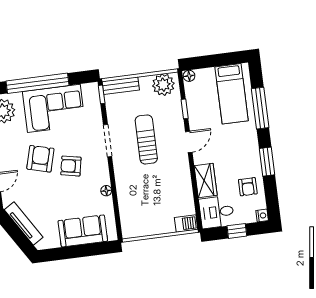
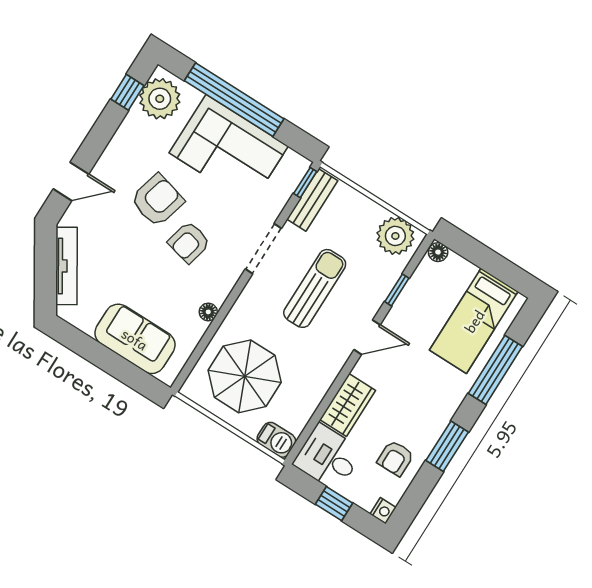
bench: (121, 86) -> (312, 200), moved, turned 90
armchair: (71, 166) -> (189, 242), turned -88
parasol: (147, 206) -> (245, 376), added

